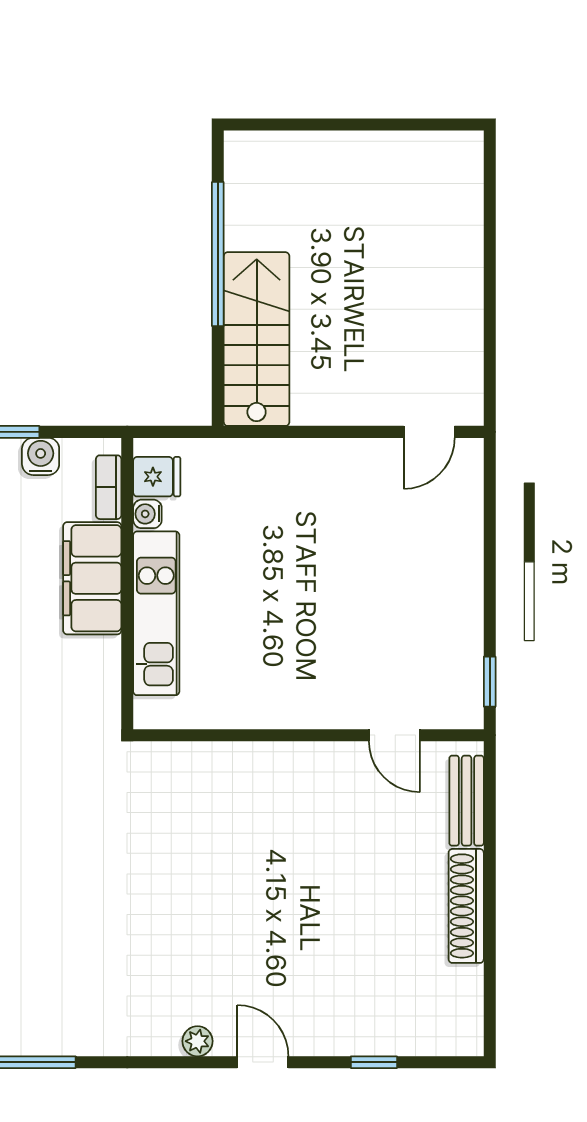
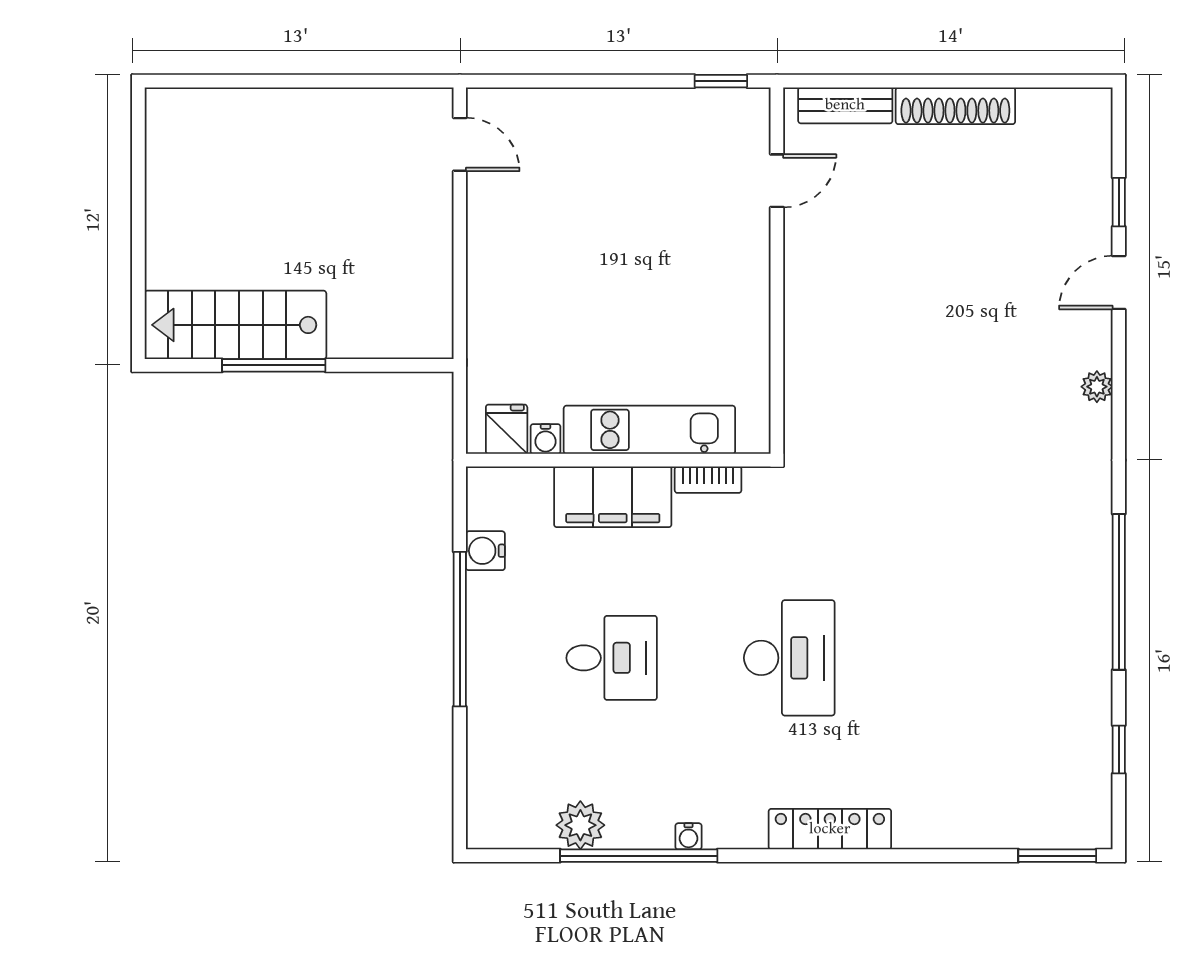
window: (218, 254) -> (274, 365), width x0.68
stairs: (257, 339) -> (235, 325), moved
bookcase: (109, 487) -> (708, 480), moved
door: (263, 1062) -> (1119, 283), moved

